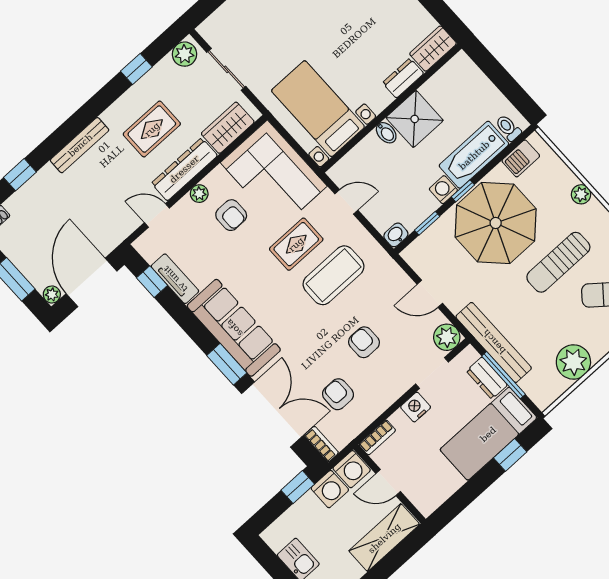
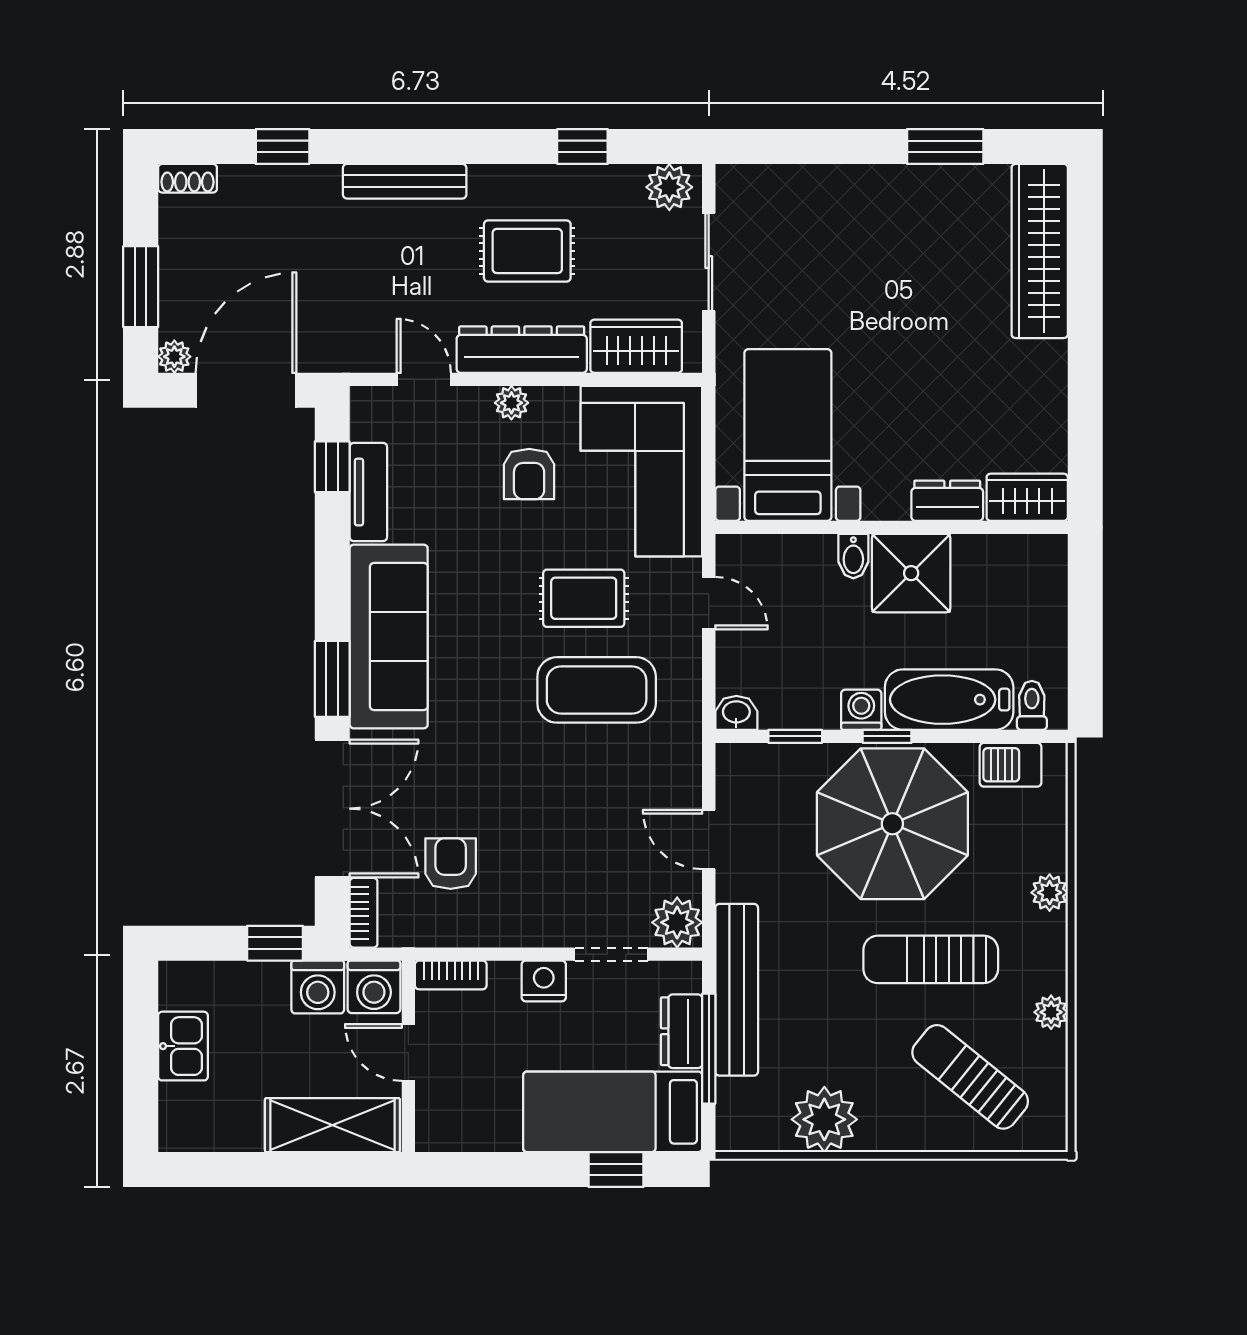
armchair: (364, 342) -> (554, 823), removed

